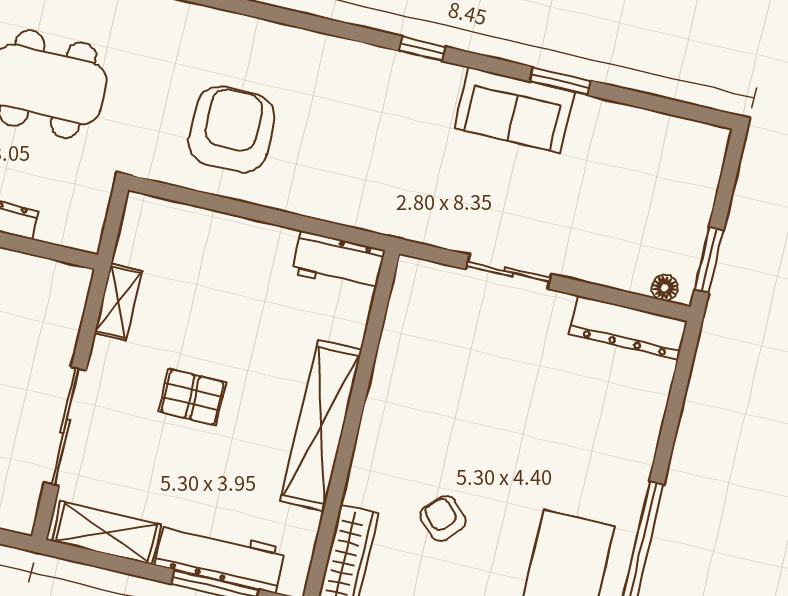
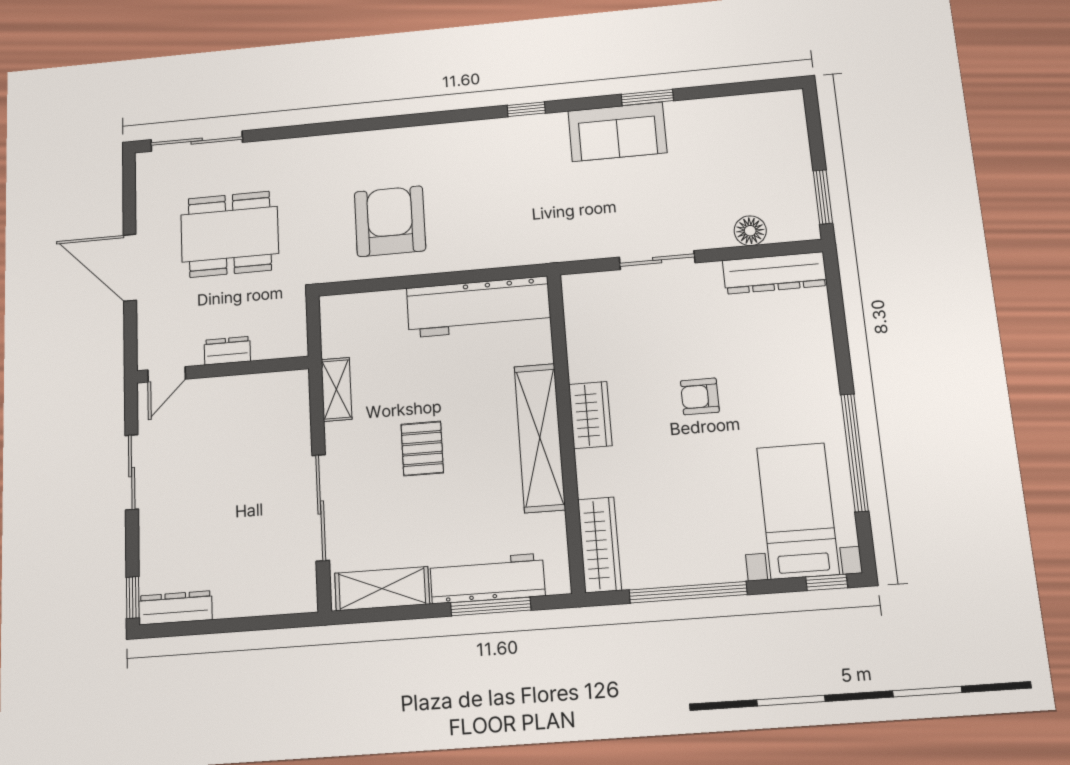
workbench: (338, 262) -> (478, 307), width x1.88, depth x1.32
floor lamp: (665, 288) -> (750, 231), moved, width x1.37, depth x1.37
pallet: (192, 397) -> (422, 448), turned 90
wardrobe: (382, 418) -> (590, 415), added
armchair: (443, 518) -> (700, 396), moved, turned -45

